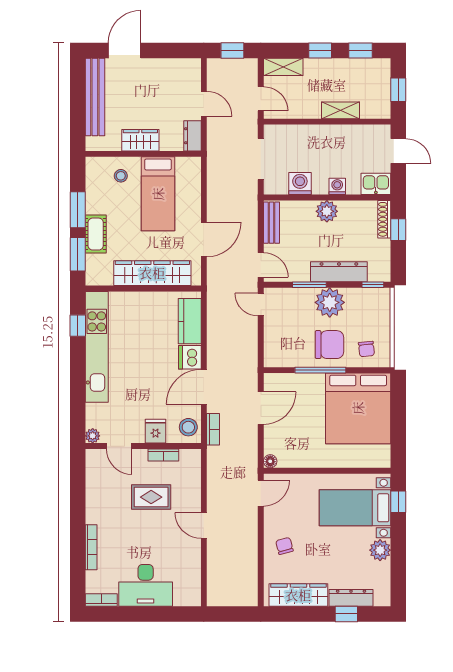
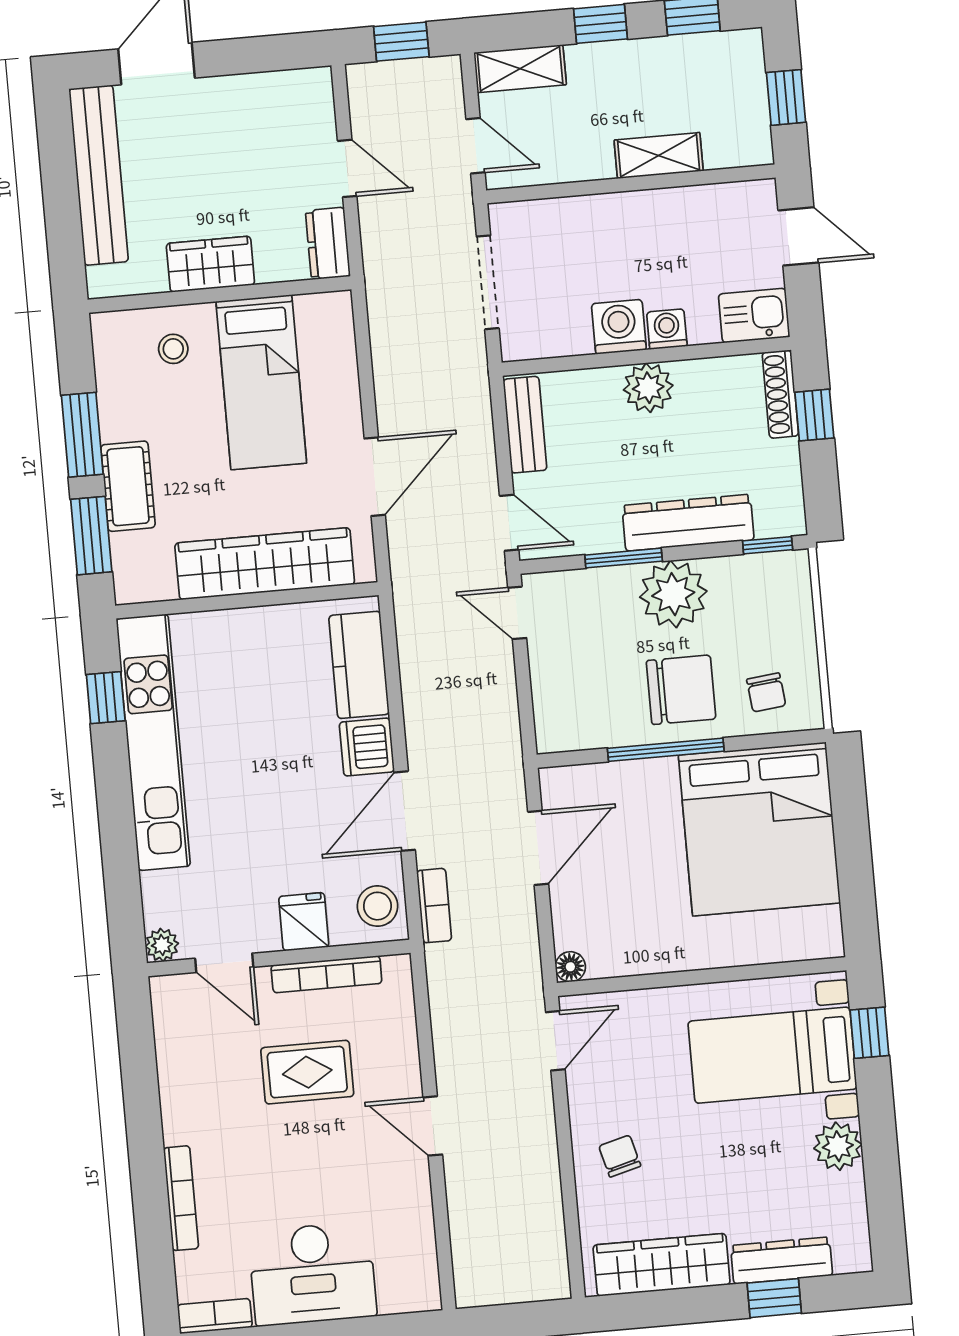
washing machine: (300, 184) -> (619, 327), moved
bookcase: (163, 455) -> (326, 974), width x1.56

